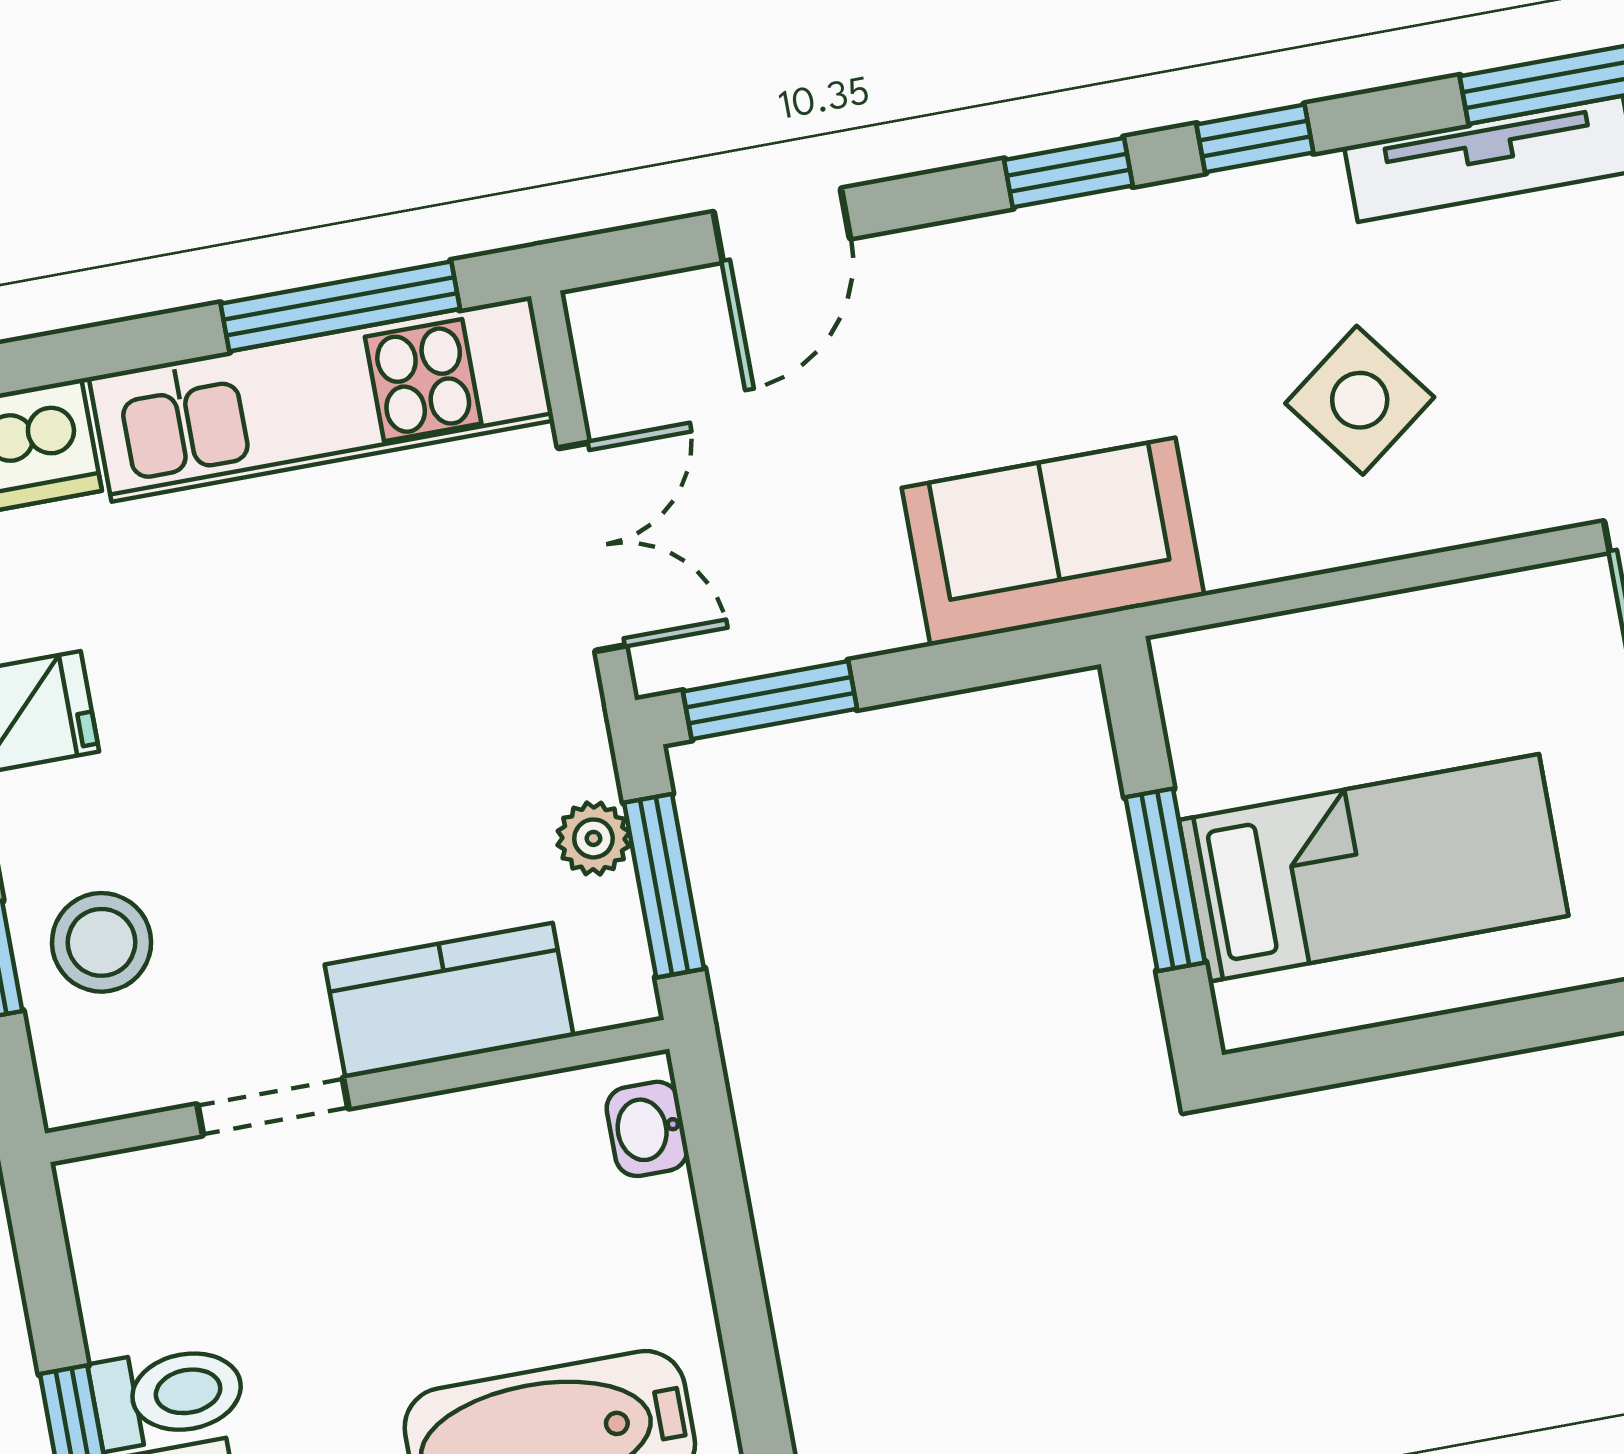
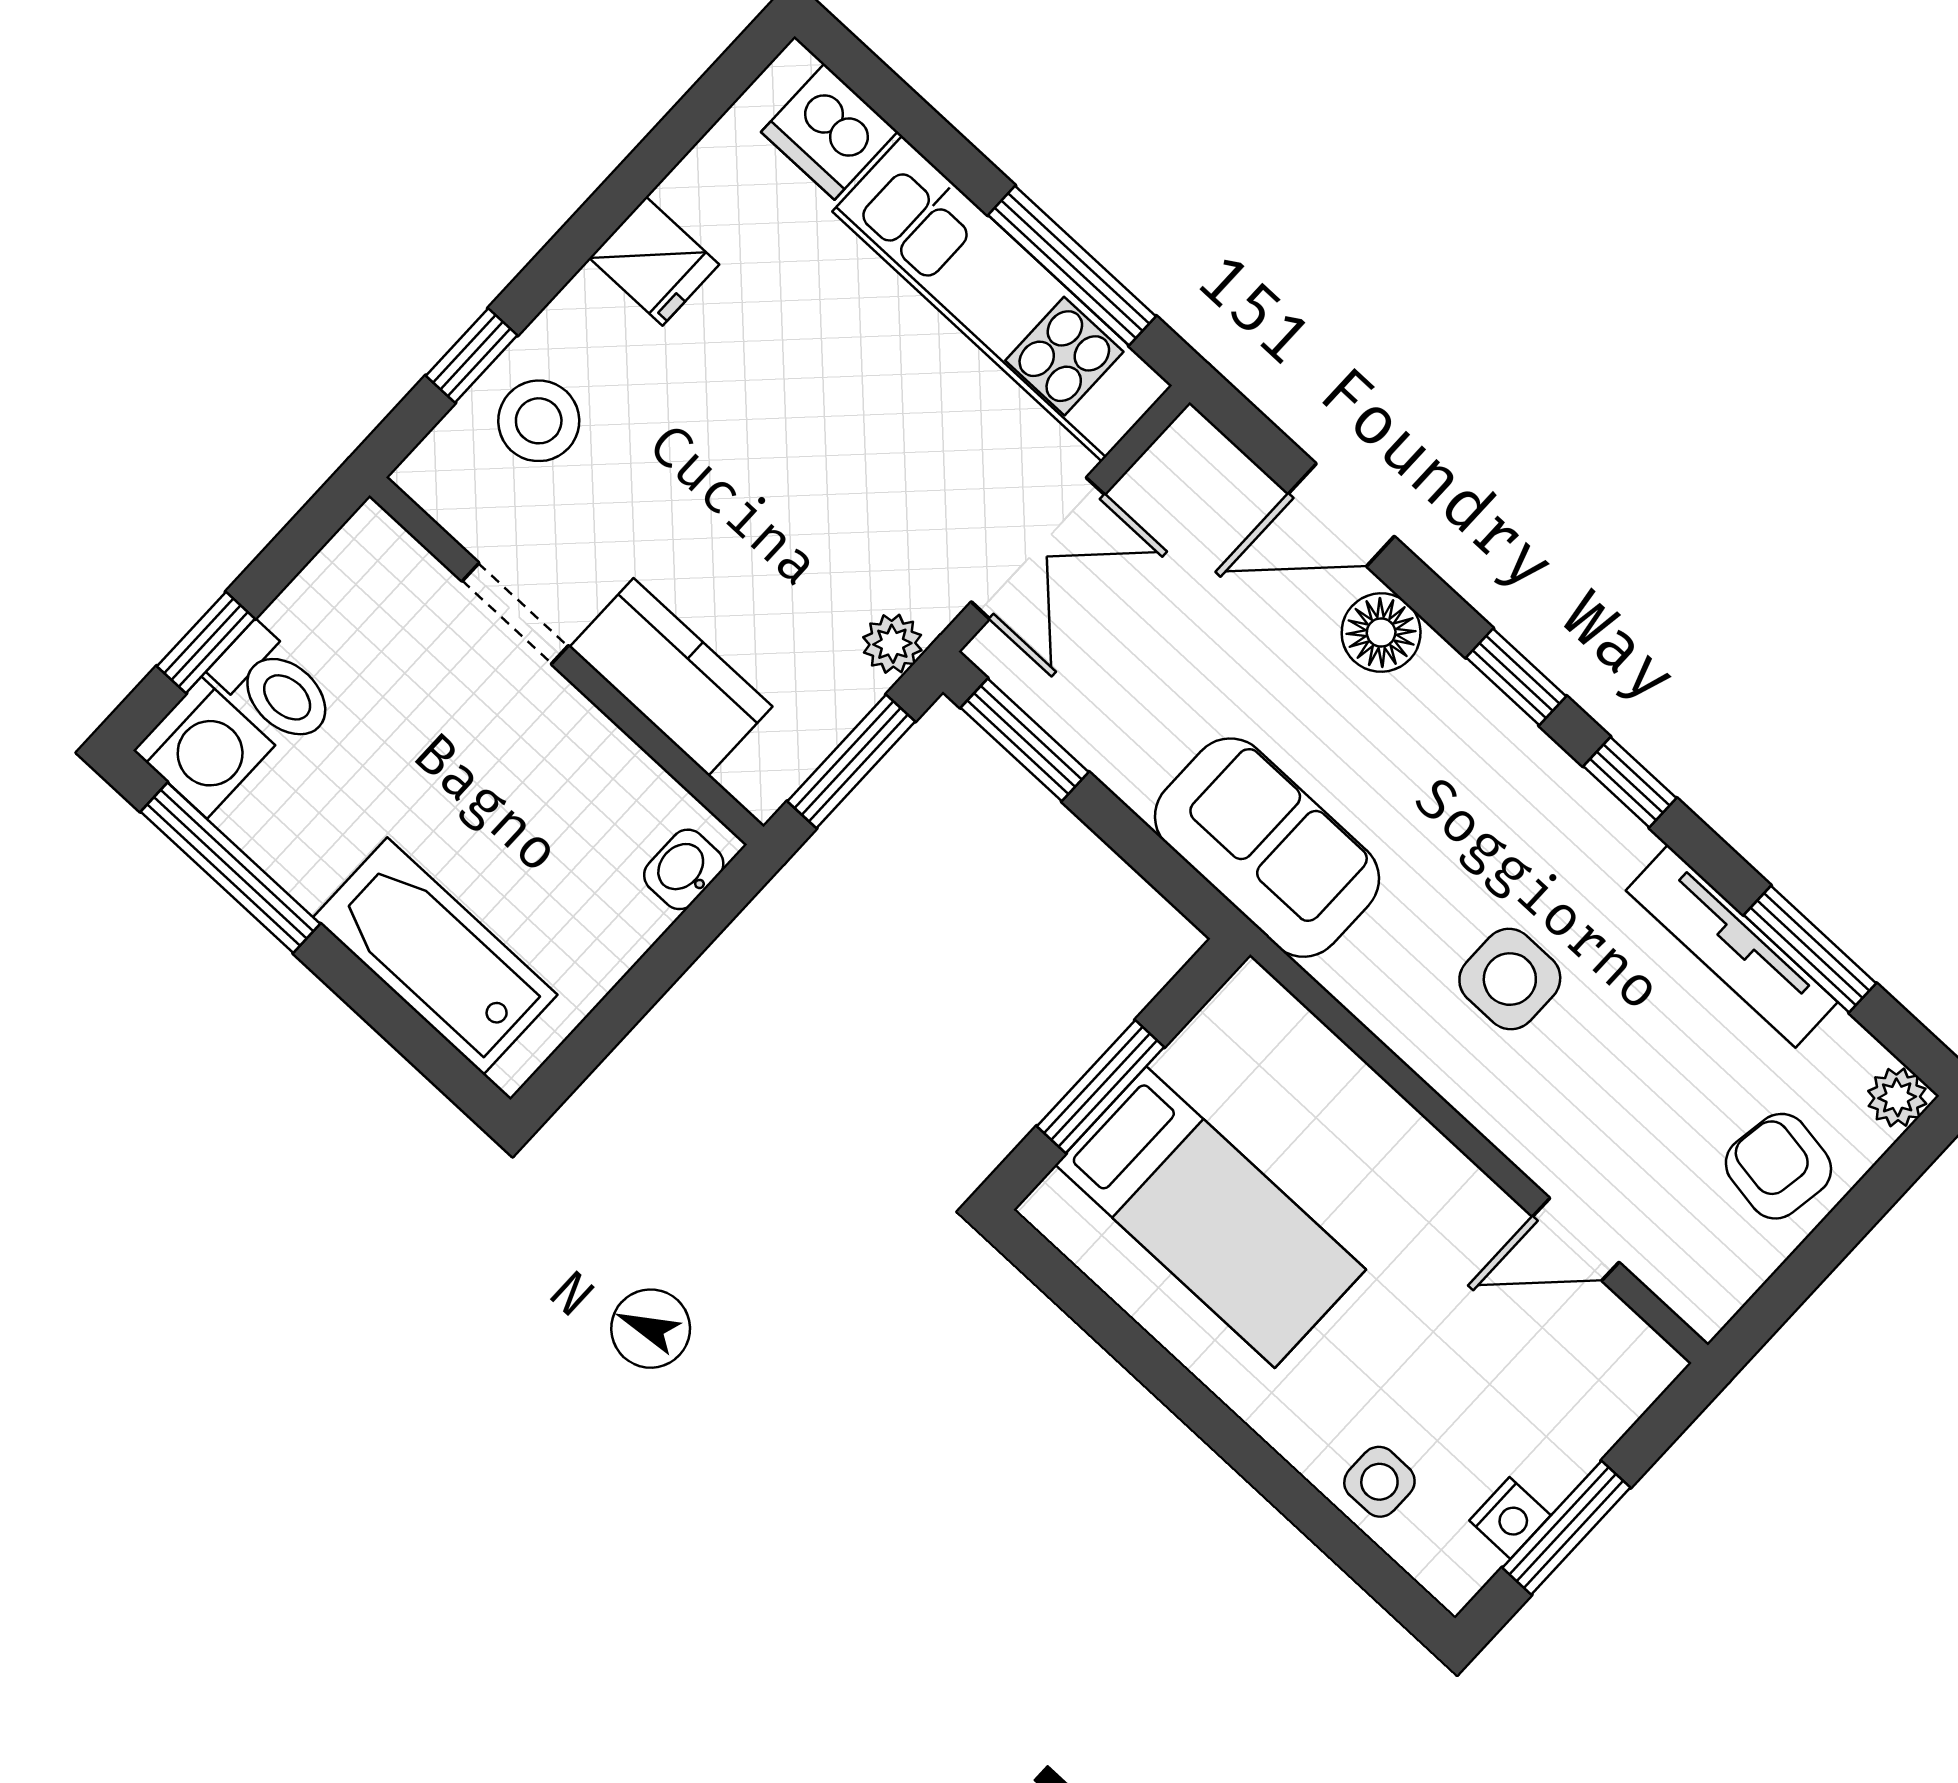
floor lamp: (926, 272) -> (1381, 633), added
side table: (1360, 400) -> (1510, 979), turned 37
plant: (593, 838) -> (892, 644), moved

